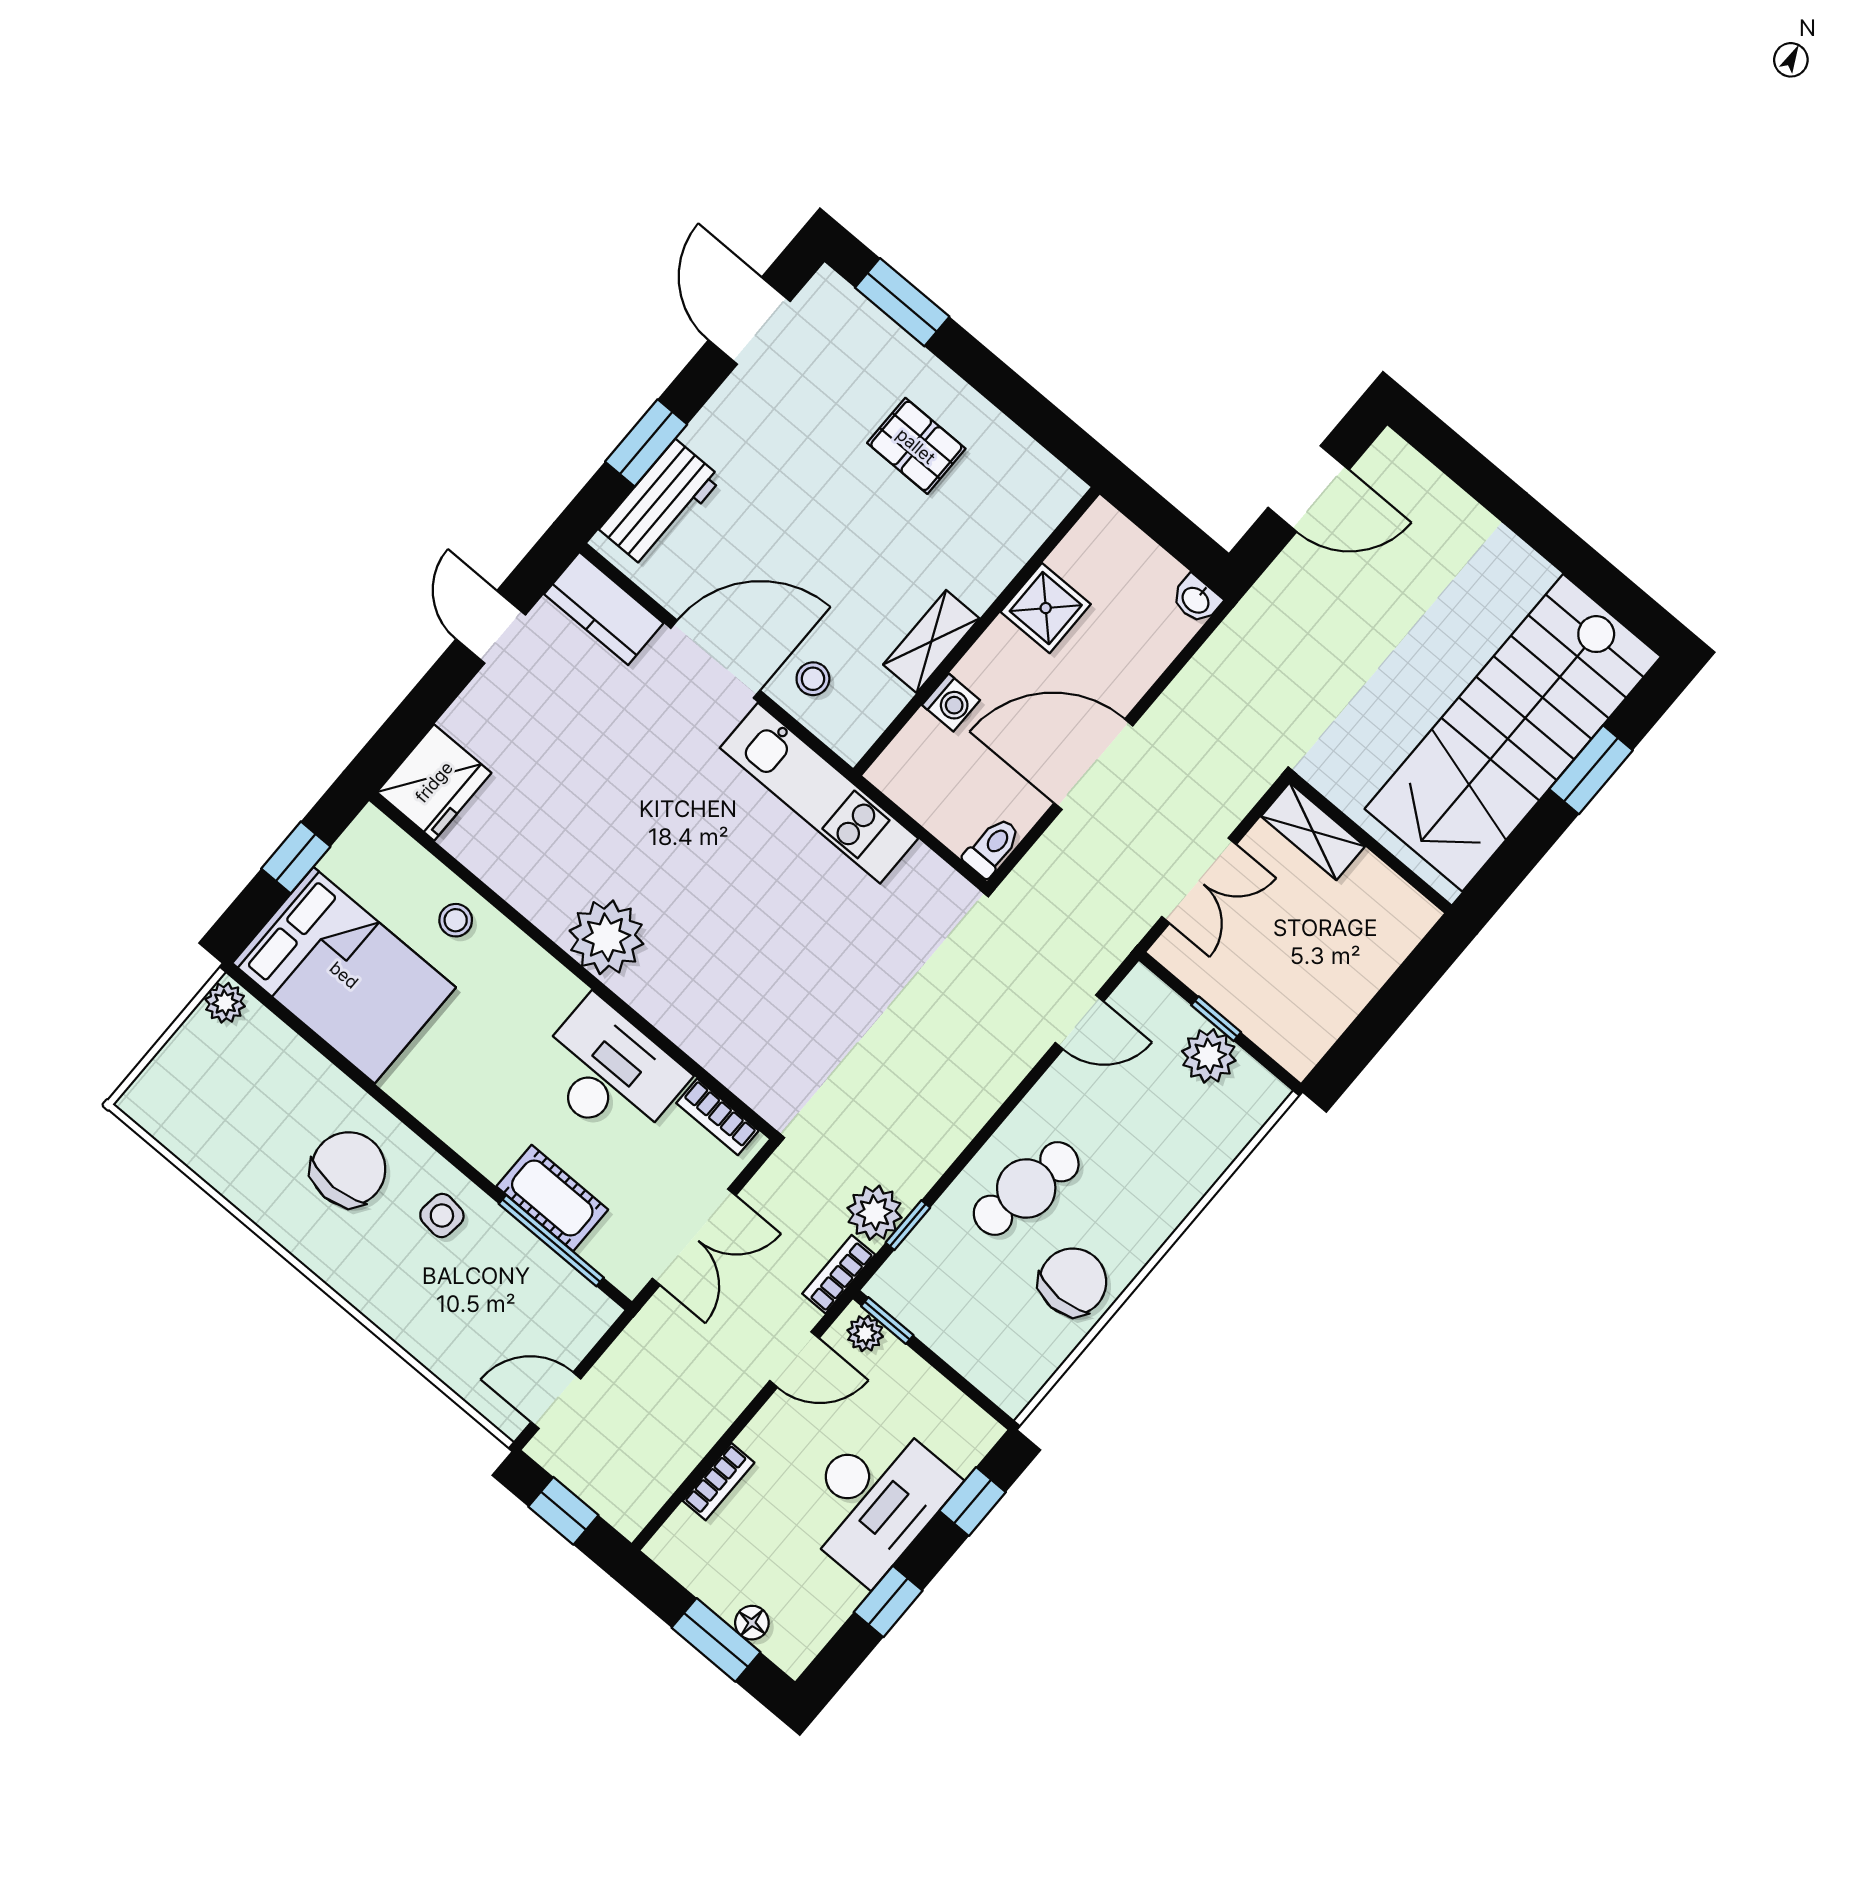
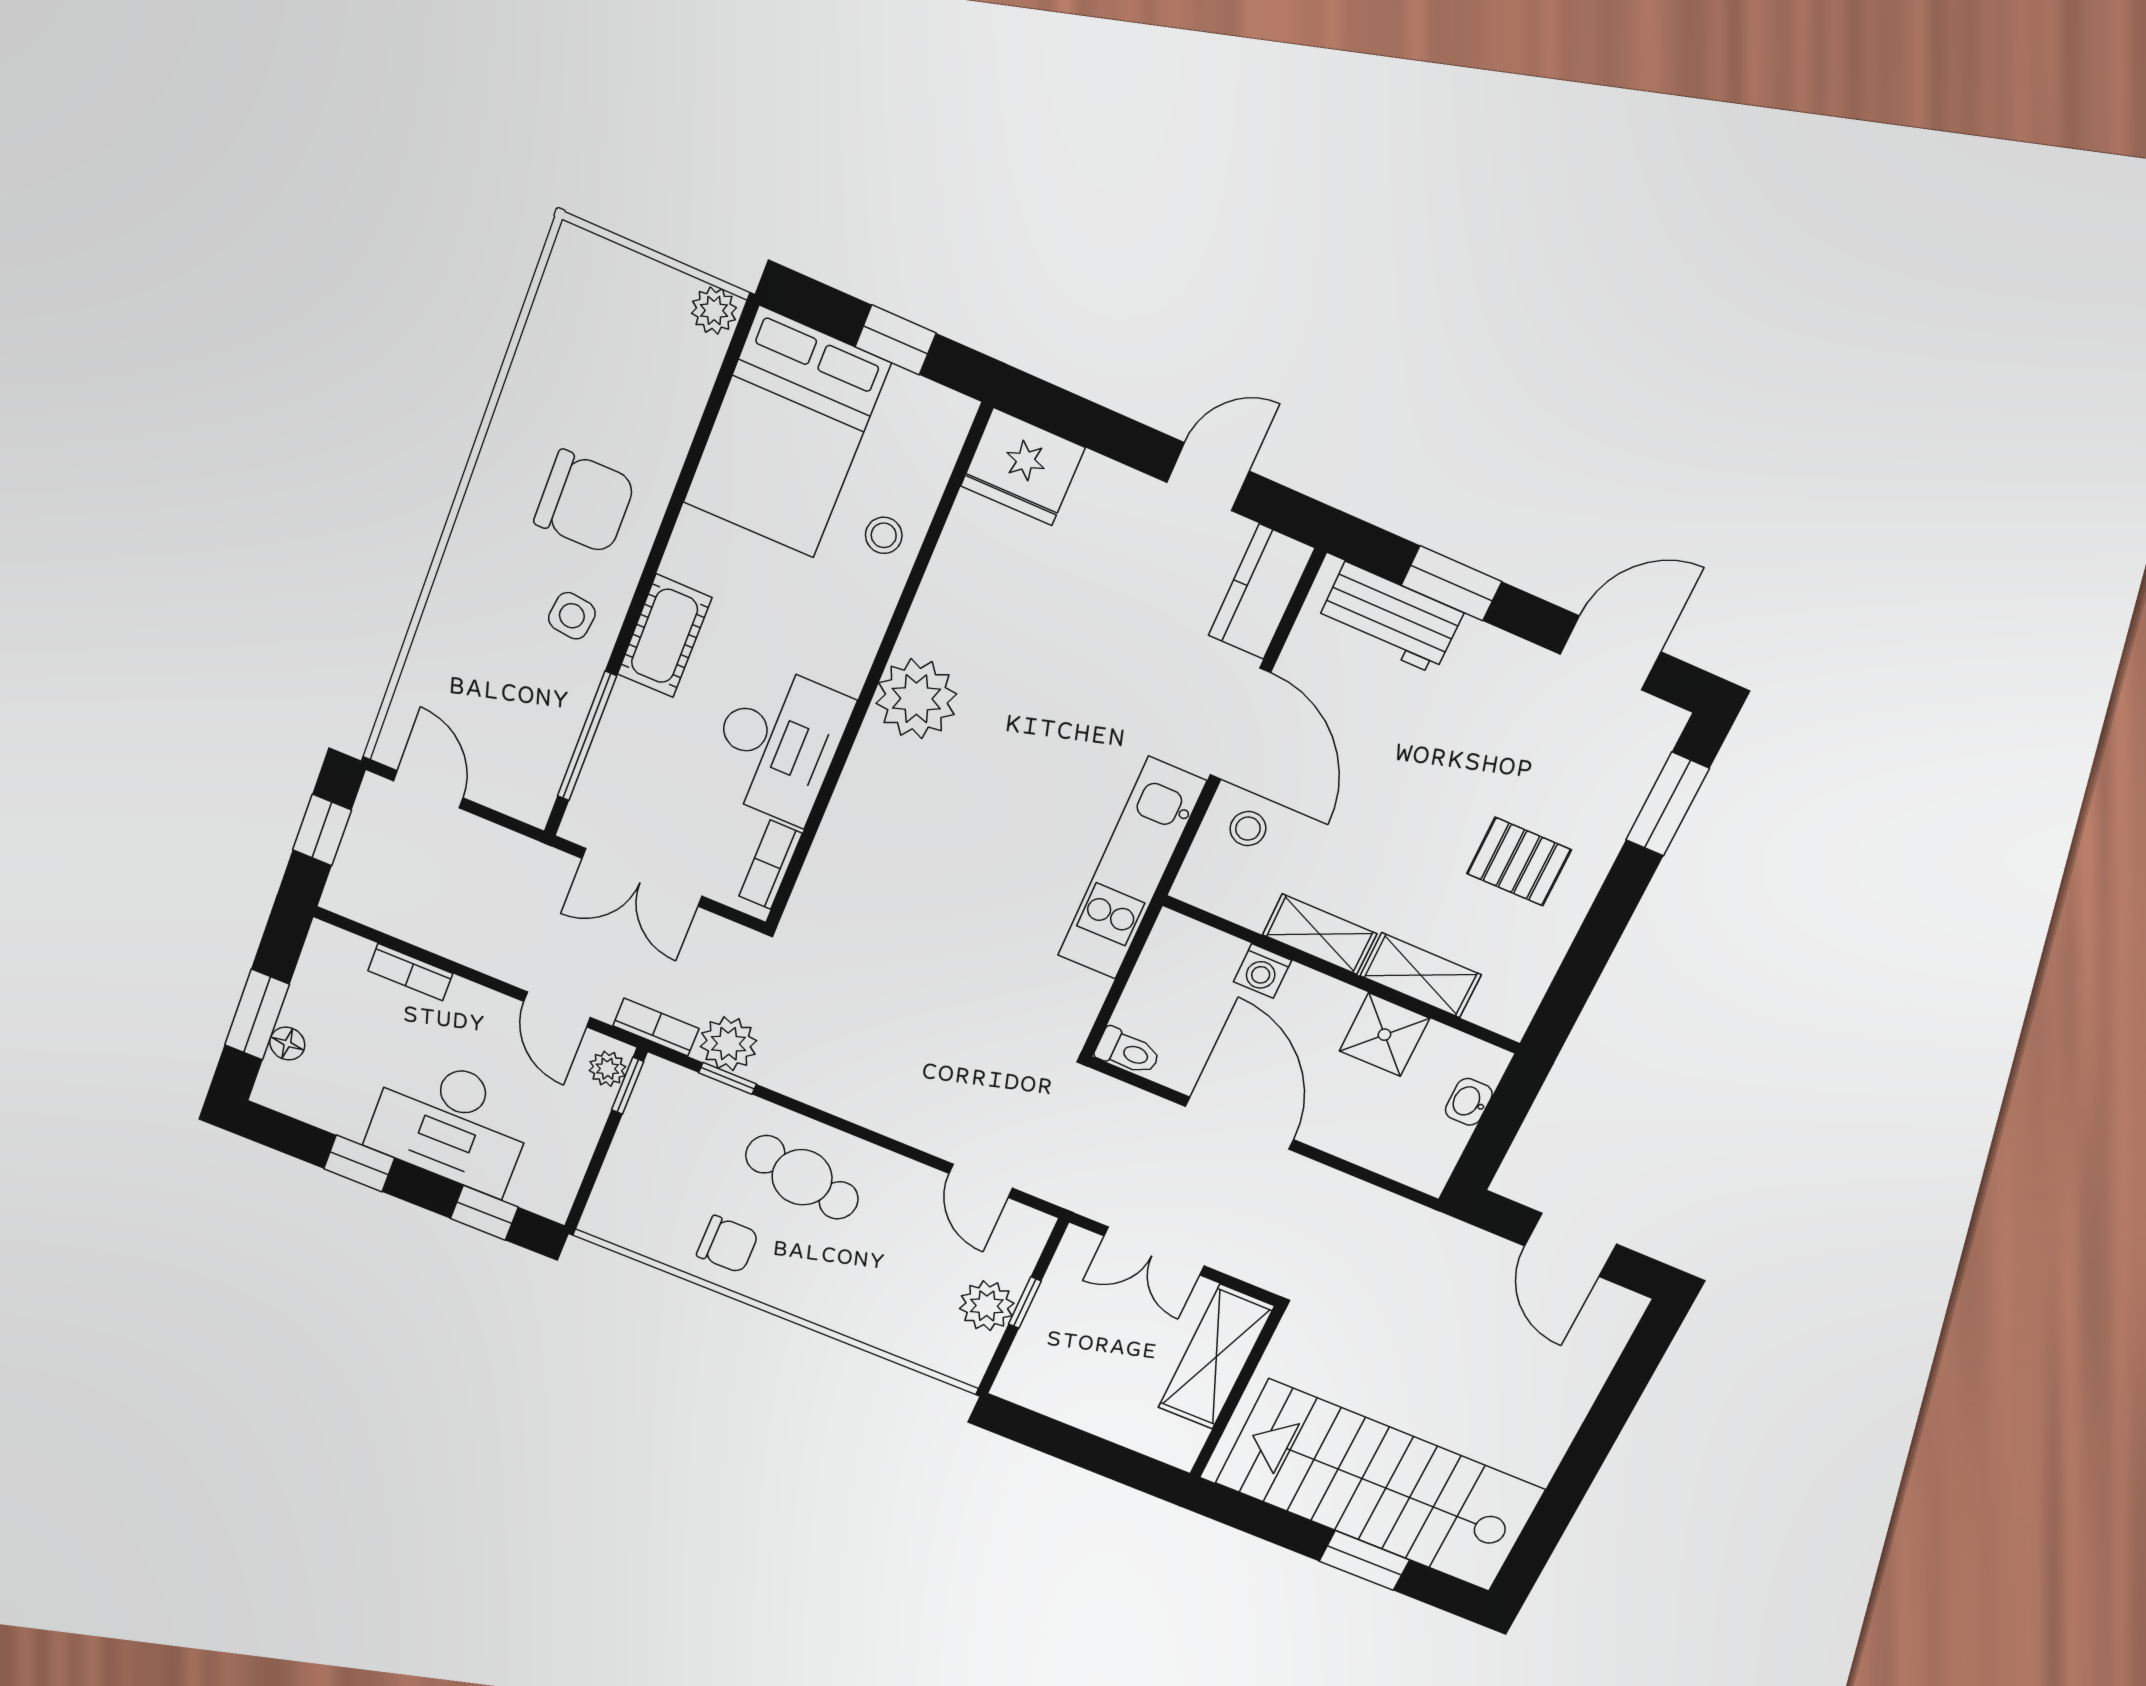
pallet: (916, 446) -> (1519, 862), turned 90
shelving: (998, 560) -> (1421, 975), added
washbasin: (1196, 599) -> (1469, 1102), moved
shelving: (1313, 831) -> (1216, 1357), width x1.50, depth x1.33
cot: (552, 1198) -> (665, 636), moved
chair: (1073, 1282) -> (728, 1244), width x0.73, depth x0.73

